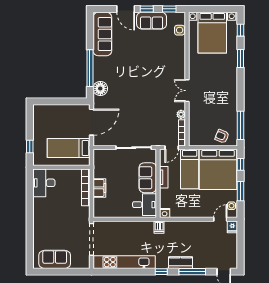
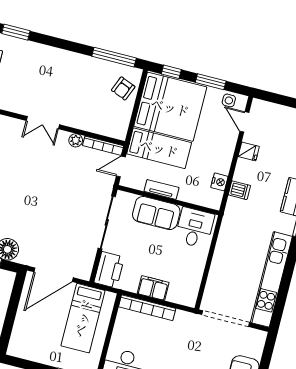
door: (92, 122) -> (54, 275), swing flipped
door: (172, 148) -> (121, 167), swing flipped
printer: (104, 157) -> (109, 270), added
nightstand: (165, 213) -> (219, 182), moved
dishwasher: (159, 227) -> (239, 190), moved
fridge: (232, 227) -> (249, 151), moved

